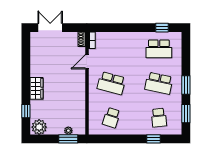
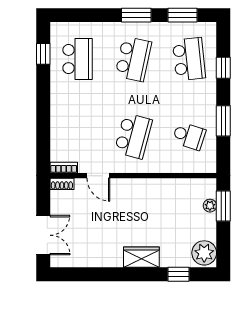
double door: (50, 28) -> (43, 235), swing flipped
school desk: (159, 118) -> (189, 59), width x1.85
window: (121, 139) -> (223, 121), added

